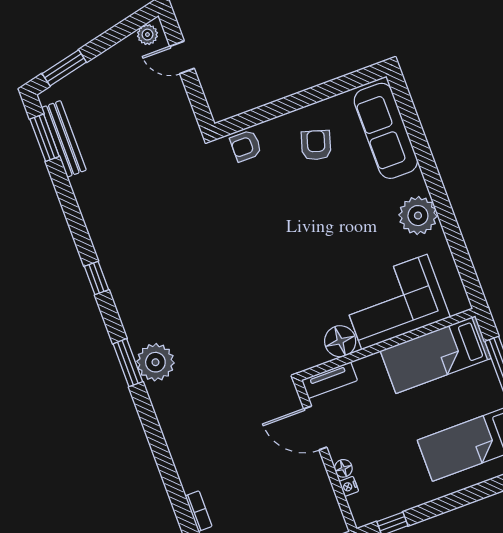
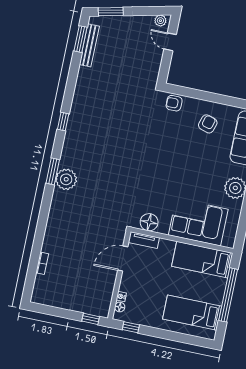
floor lamp: (340, 341) -> (149, 222), moved
door: (315, 428) -> (123, 259), hinge flipped
floor lamp: (343, 468) -> (120, 307), moved

